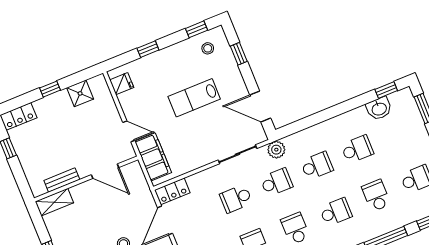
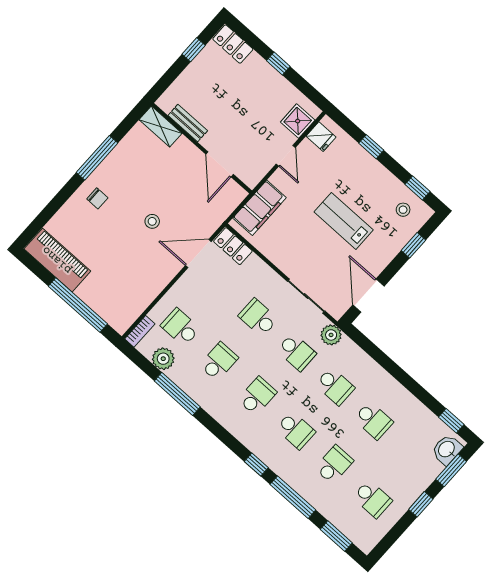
shower: (80, 93) -> (298, 121), moved
washbasin: (379, 109) -> (447, 450), moved, turned 90
door: (129, 131) -> (286, 156), moved

